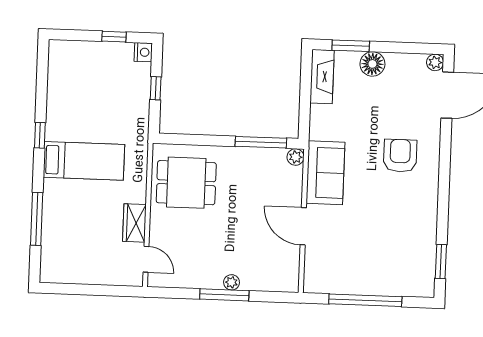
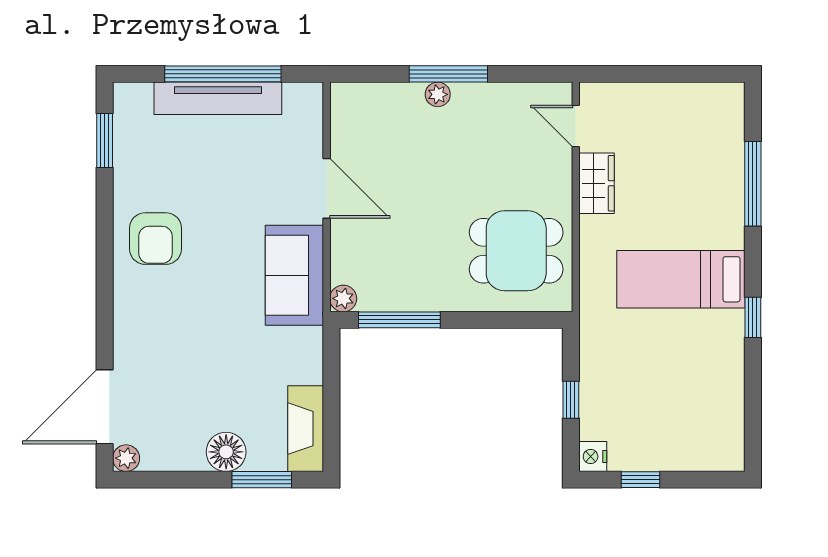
armchair: (400, 156) -> (156, 239), moved
tv unit: (369, 285) -> (218, 98), added

